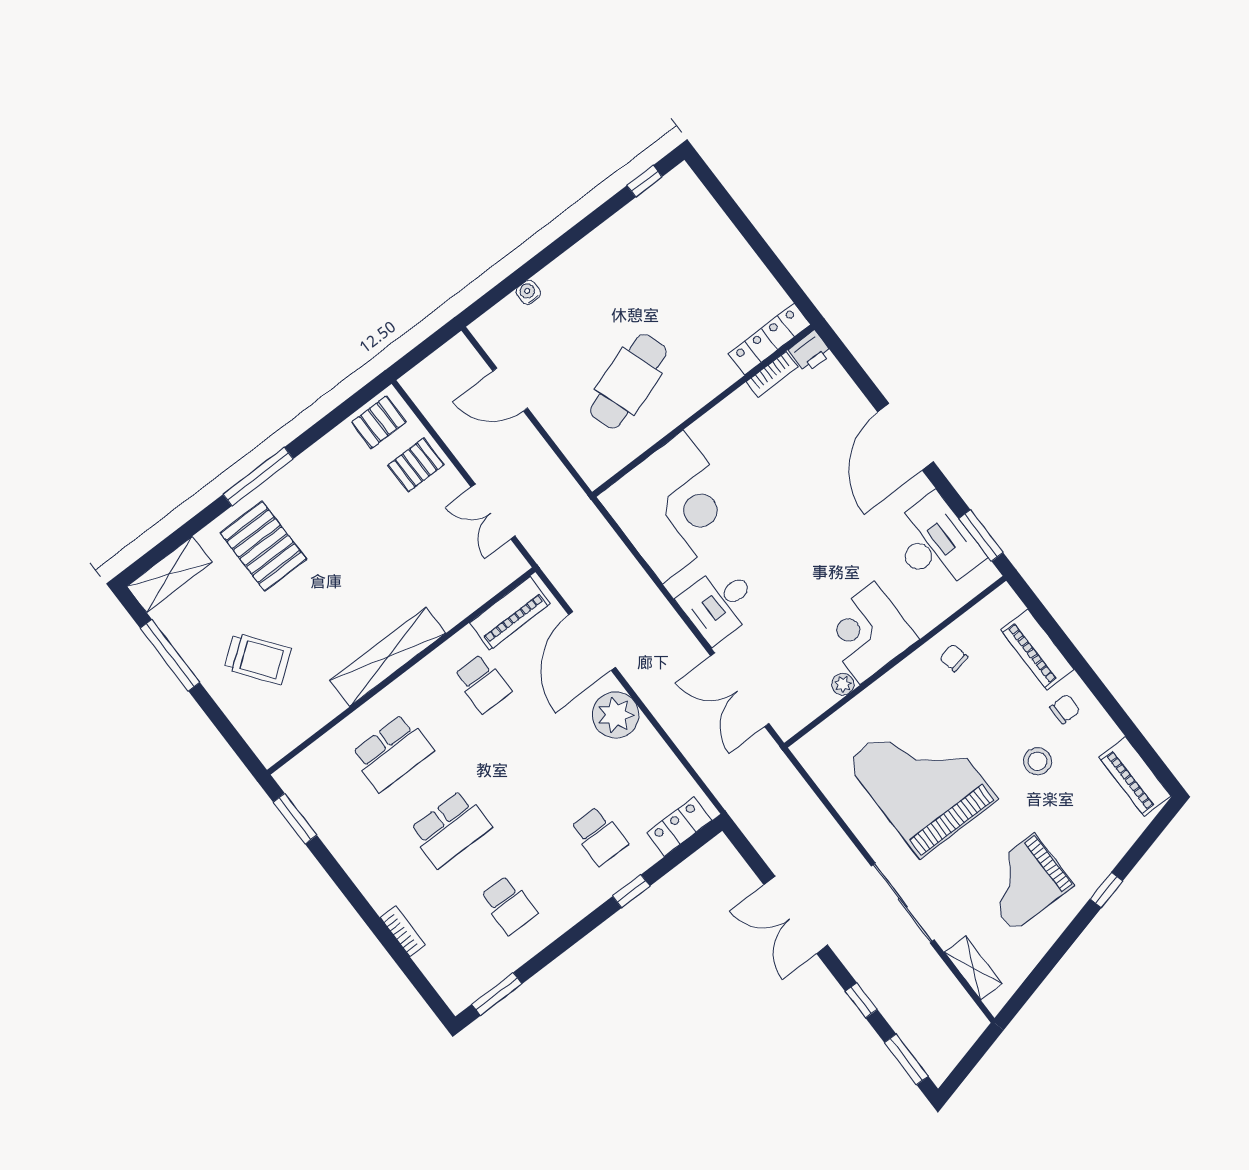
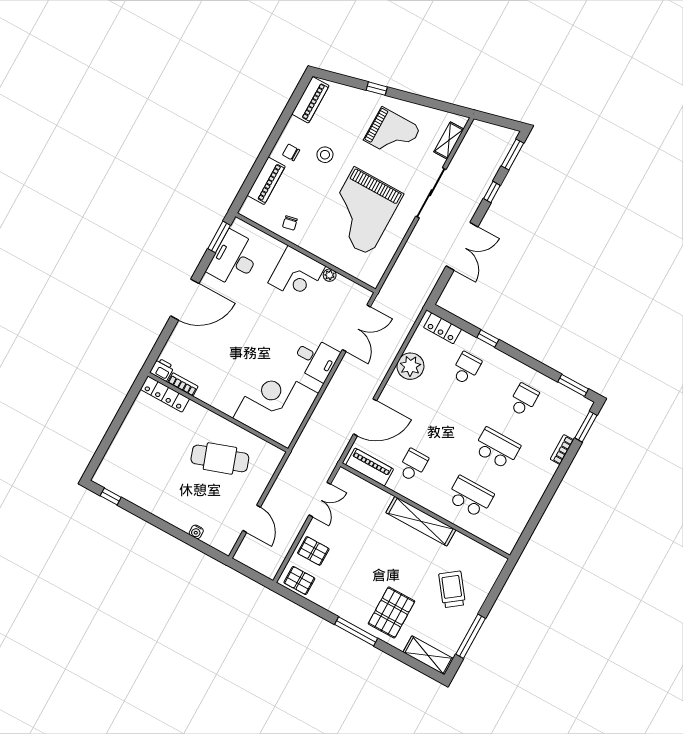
plant: (616, 715) -> (410, 366), moved
window: (295, 819) -> (586, 427), moved

